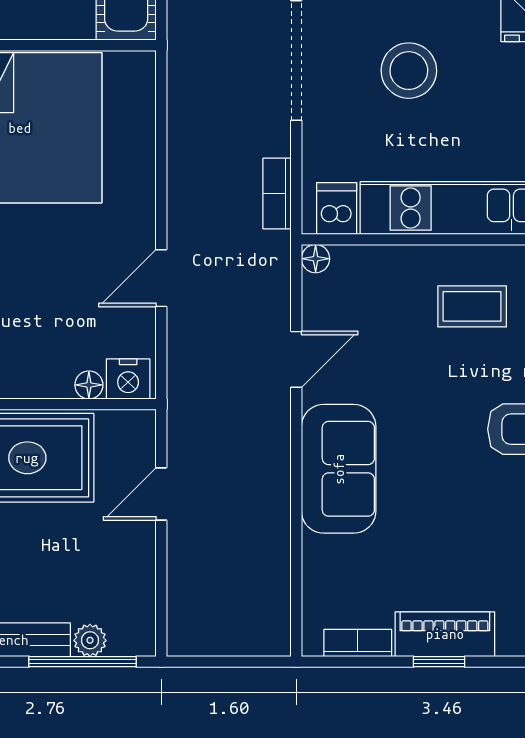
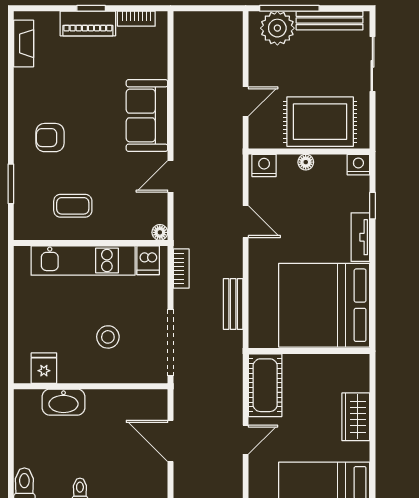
stool: (409, 71) -> (108, 337), width x0.73, depth x0.73
bench: (184, 130) -> (233, 304), added
door: (161, 278) -> (246, 222), hinge flipped
floor lamp: (89, 385) -> (306, 162), moved
plant: (90, 640) -> (277, 28), width x1.88, depth x1.88

